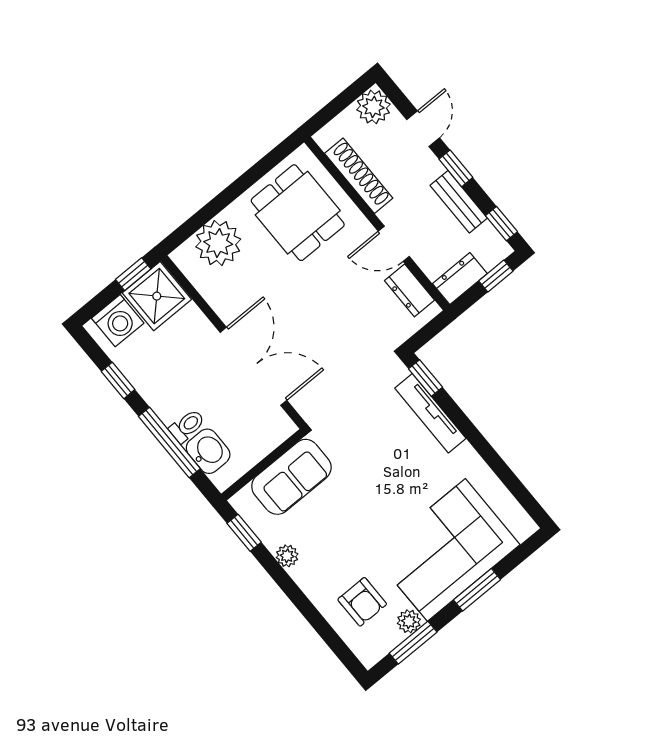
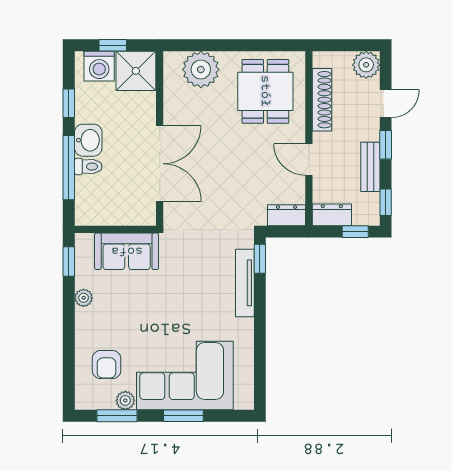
window: (133, 274) -> (113, 45), moved
dresser: (409, 290) -> (286, 215), moved, turned 90
washbasin: (208, 451) -> (88, 140), moved

